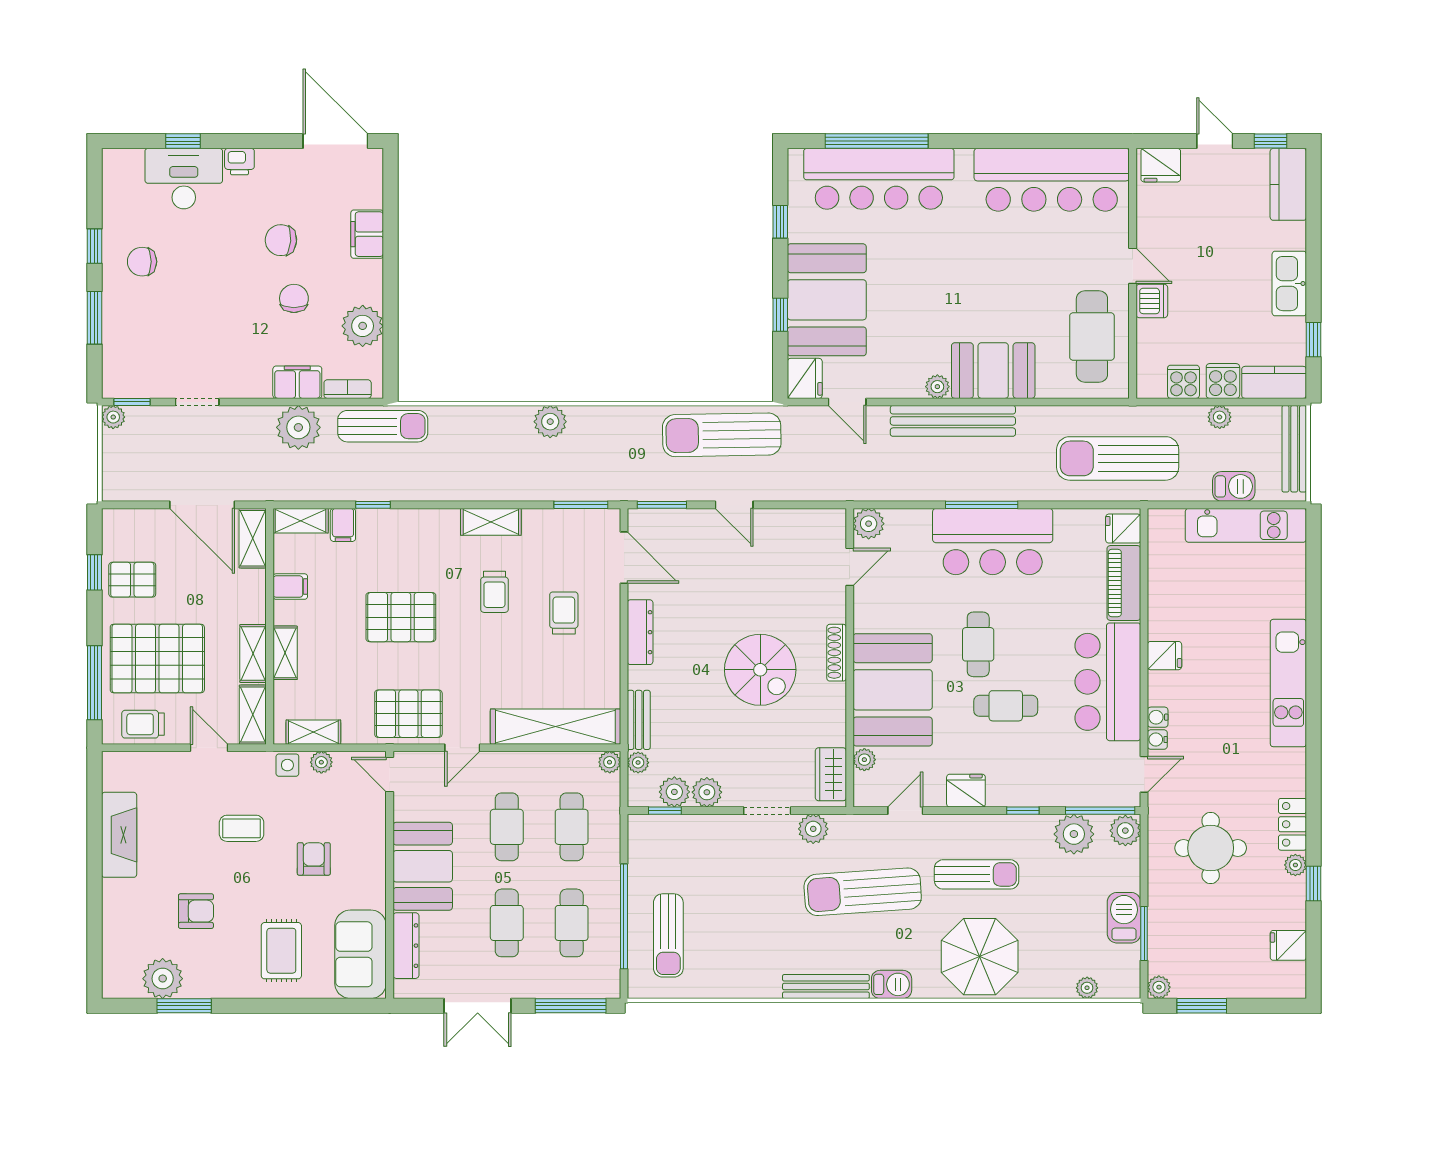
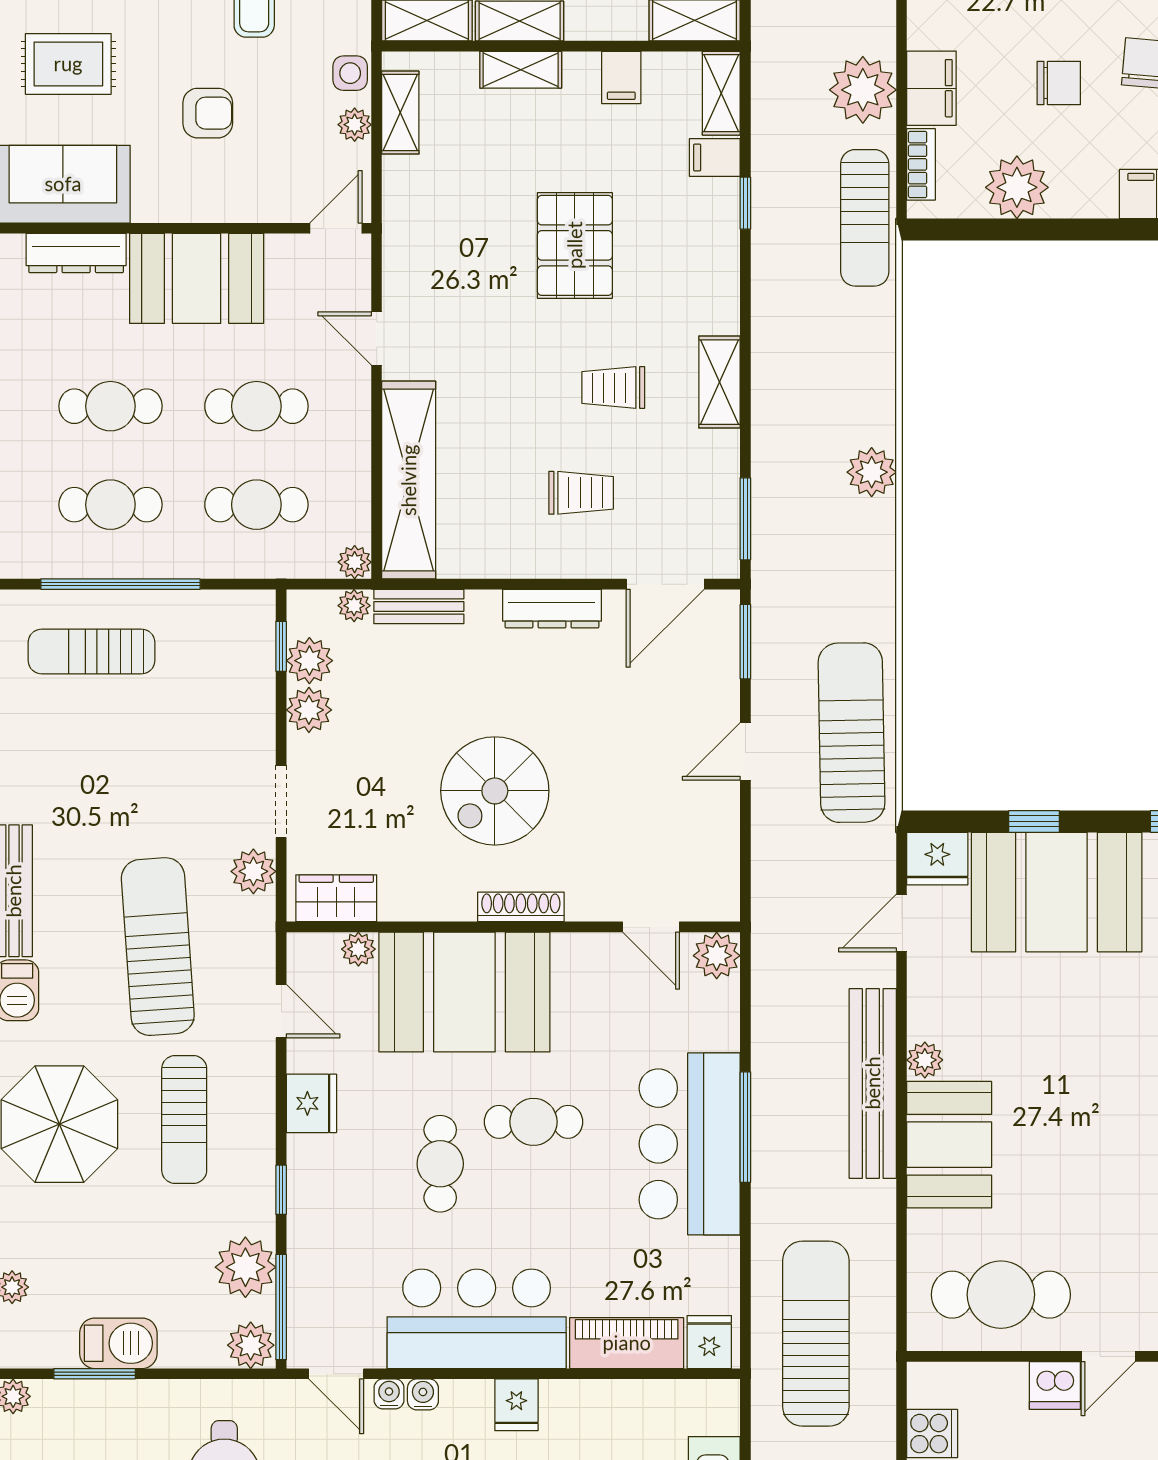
pallet: (408, 714) -> (428, 257), removed

